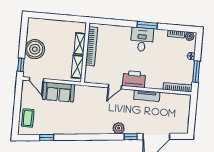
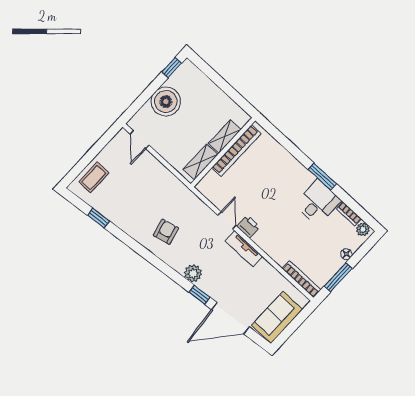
desk: (142, 39) -> (318, 203), moved
window: (21, 65) -> (172, 68), moved
printer: (134, 79) -> (248, 227), width x0.53, depth x0.68
door: (115, 87) -> (227, 220), swing flipped
sofa: (59, 92) -> (277, 317), moved, turned 90
tv unit: (147, 96) -> (244, 249), moved
armchair: (87, 117) -> (166, 232), added

